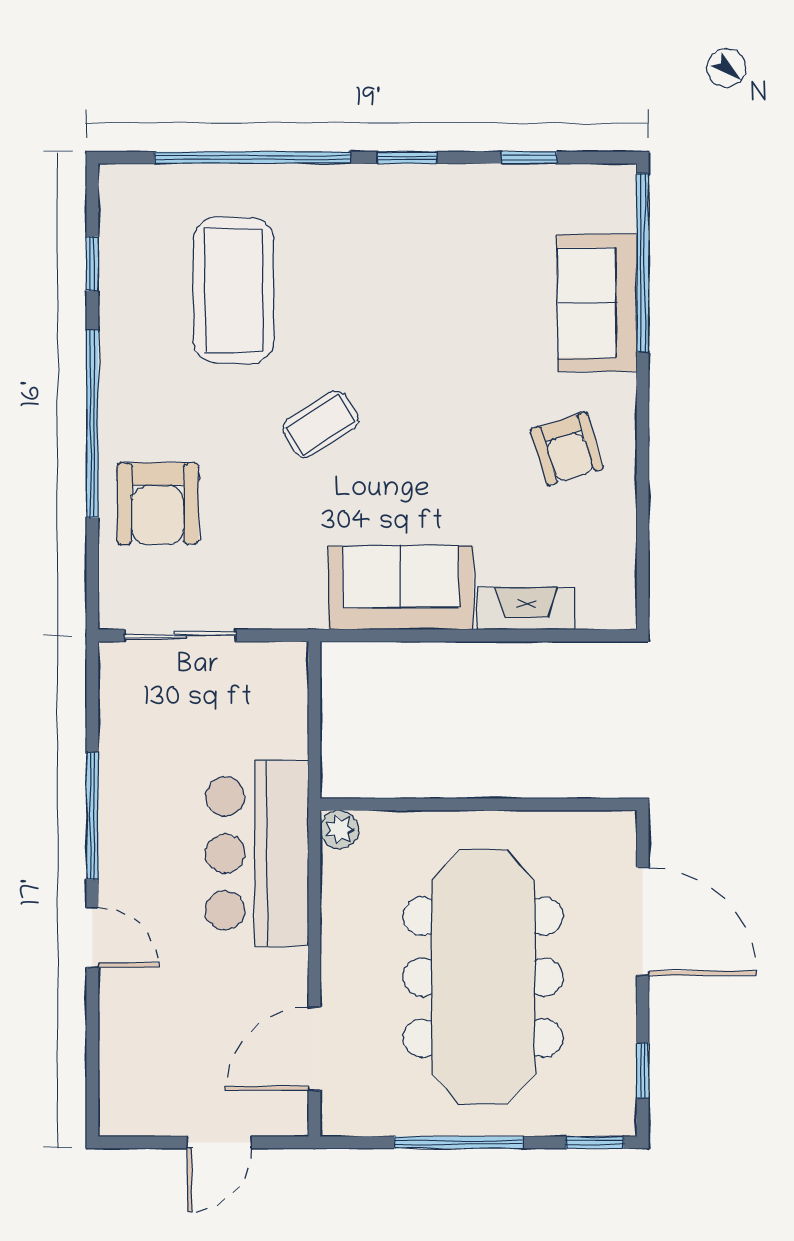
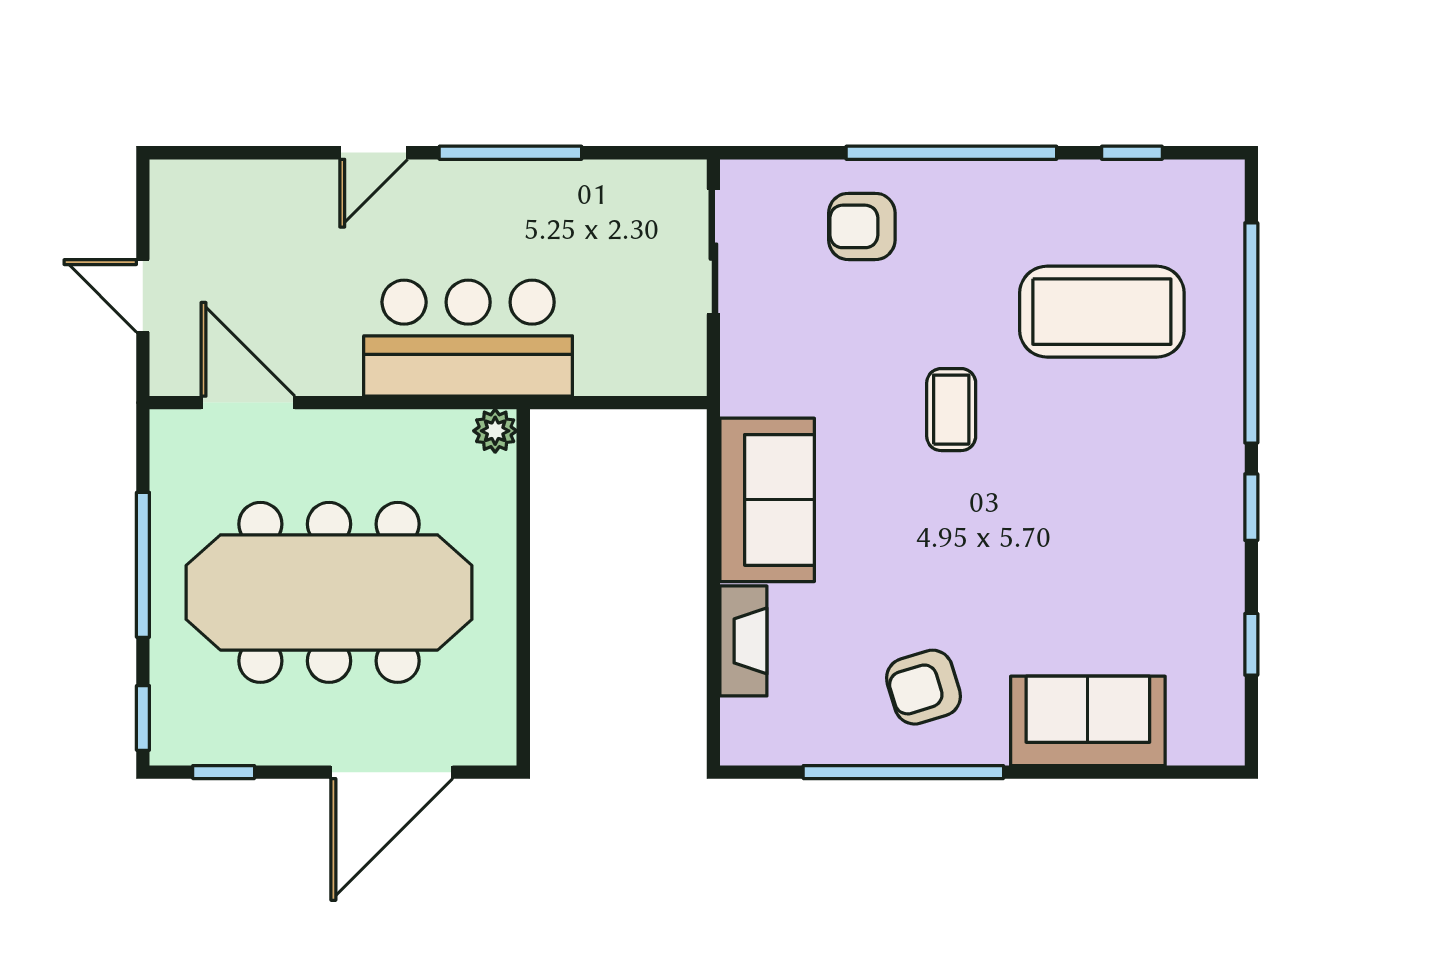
window: (643, 263) -> (903, 772), moved
coffee table: (321, 424) -> (951, 410), turned 32
armchair: (158, 504) -> (862, 226), width x0.72, depth x0.72

